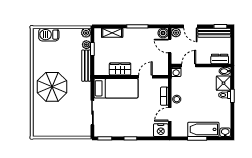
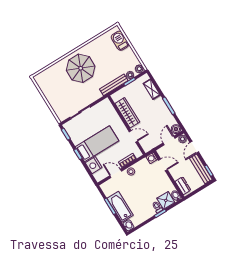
wardrobe: (120, 69) -> (127, 113), width x1.50
bed: (116, 88) -> (97, 144), moved, turned -90
nightstand: (161, 130) -> (94, 165), moved

